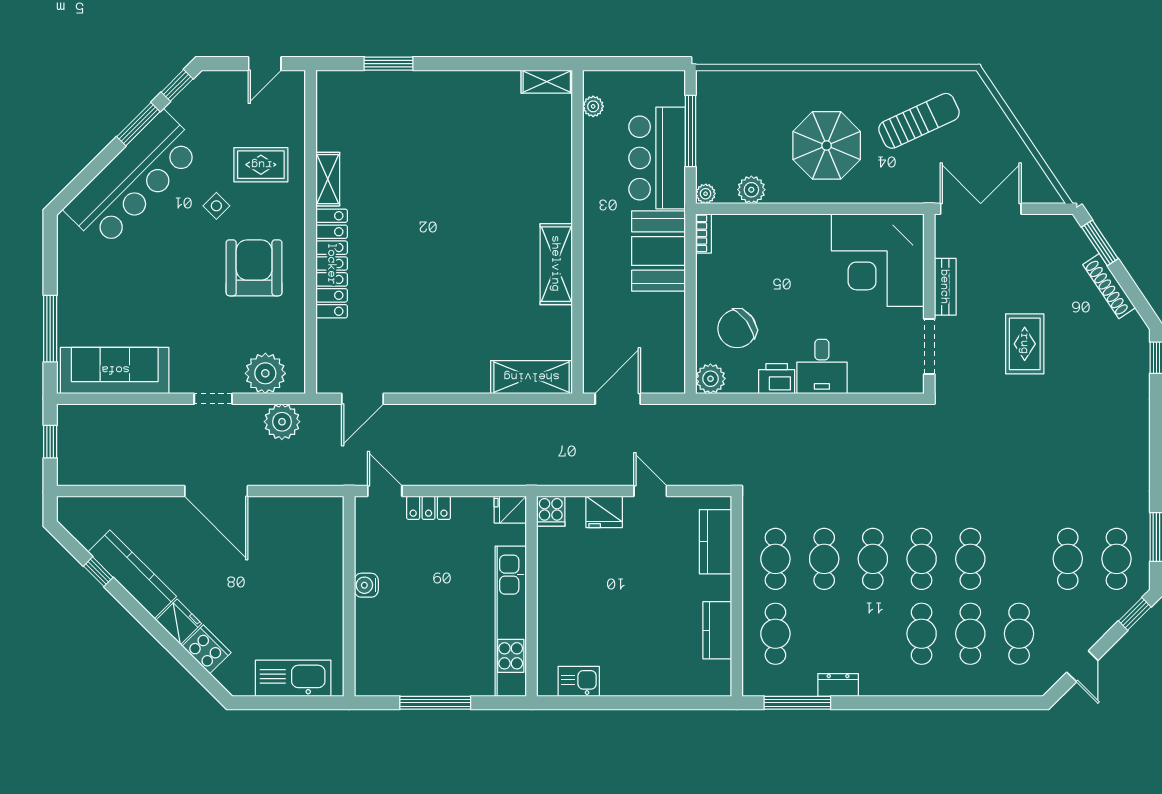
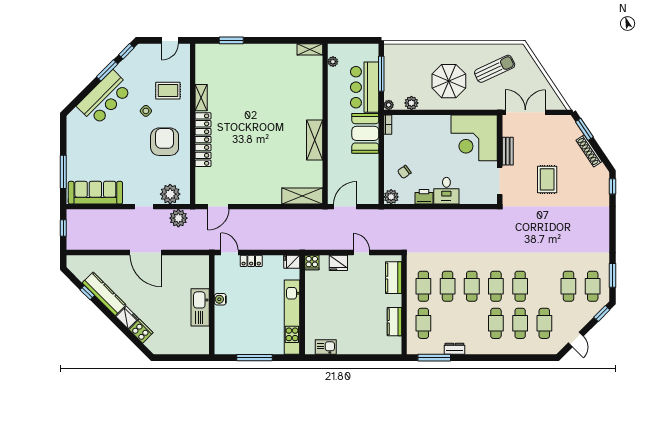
bar counter: (133, 180) -> (105, 98), width x0.73
chair: (737, 329) -> (404, 172), width x0.54, depth x0.54
kitchen sink: (293, 678) -> (200, 307), moved, turned -90

